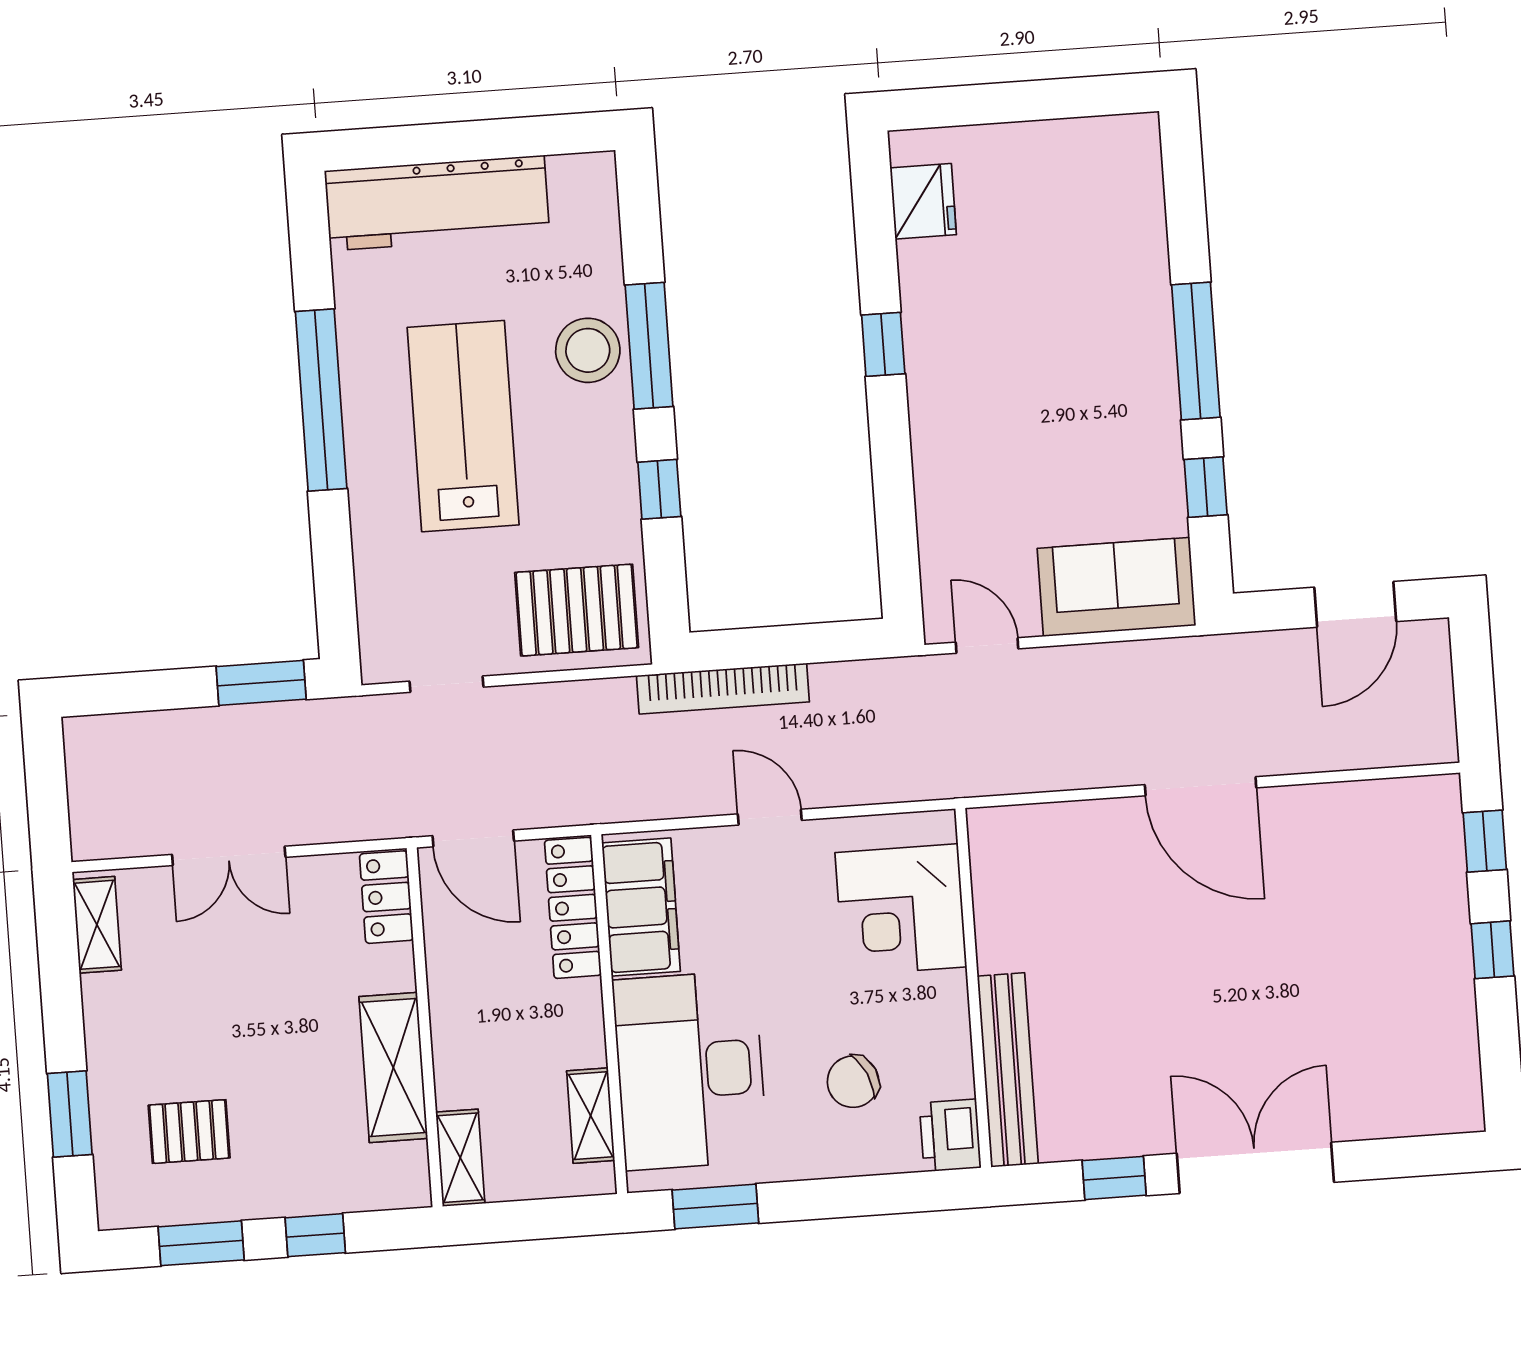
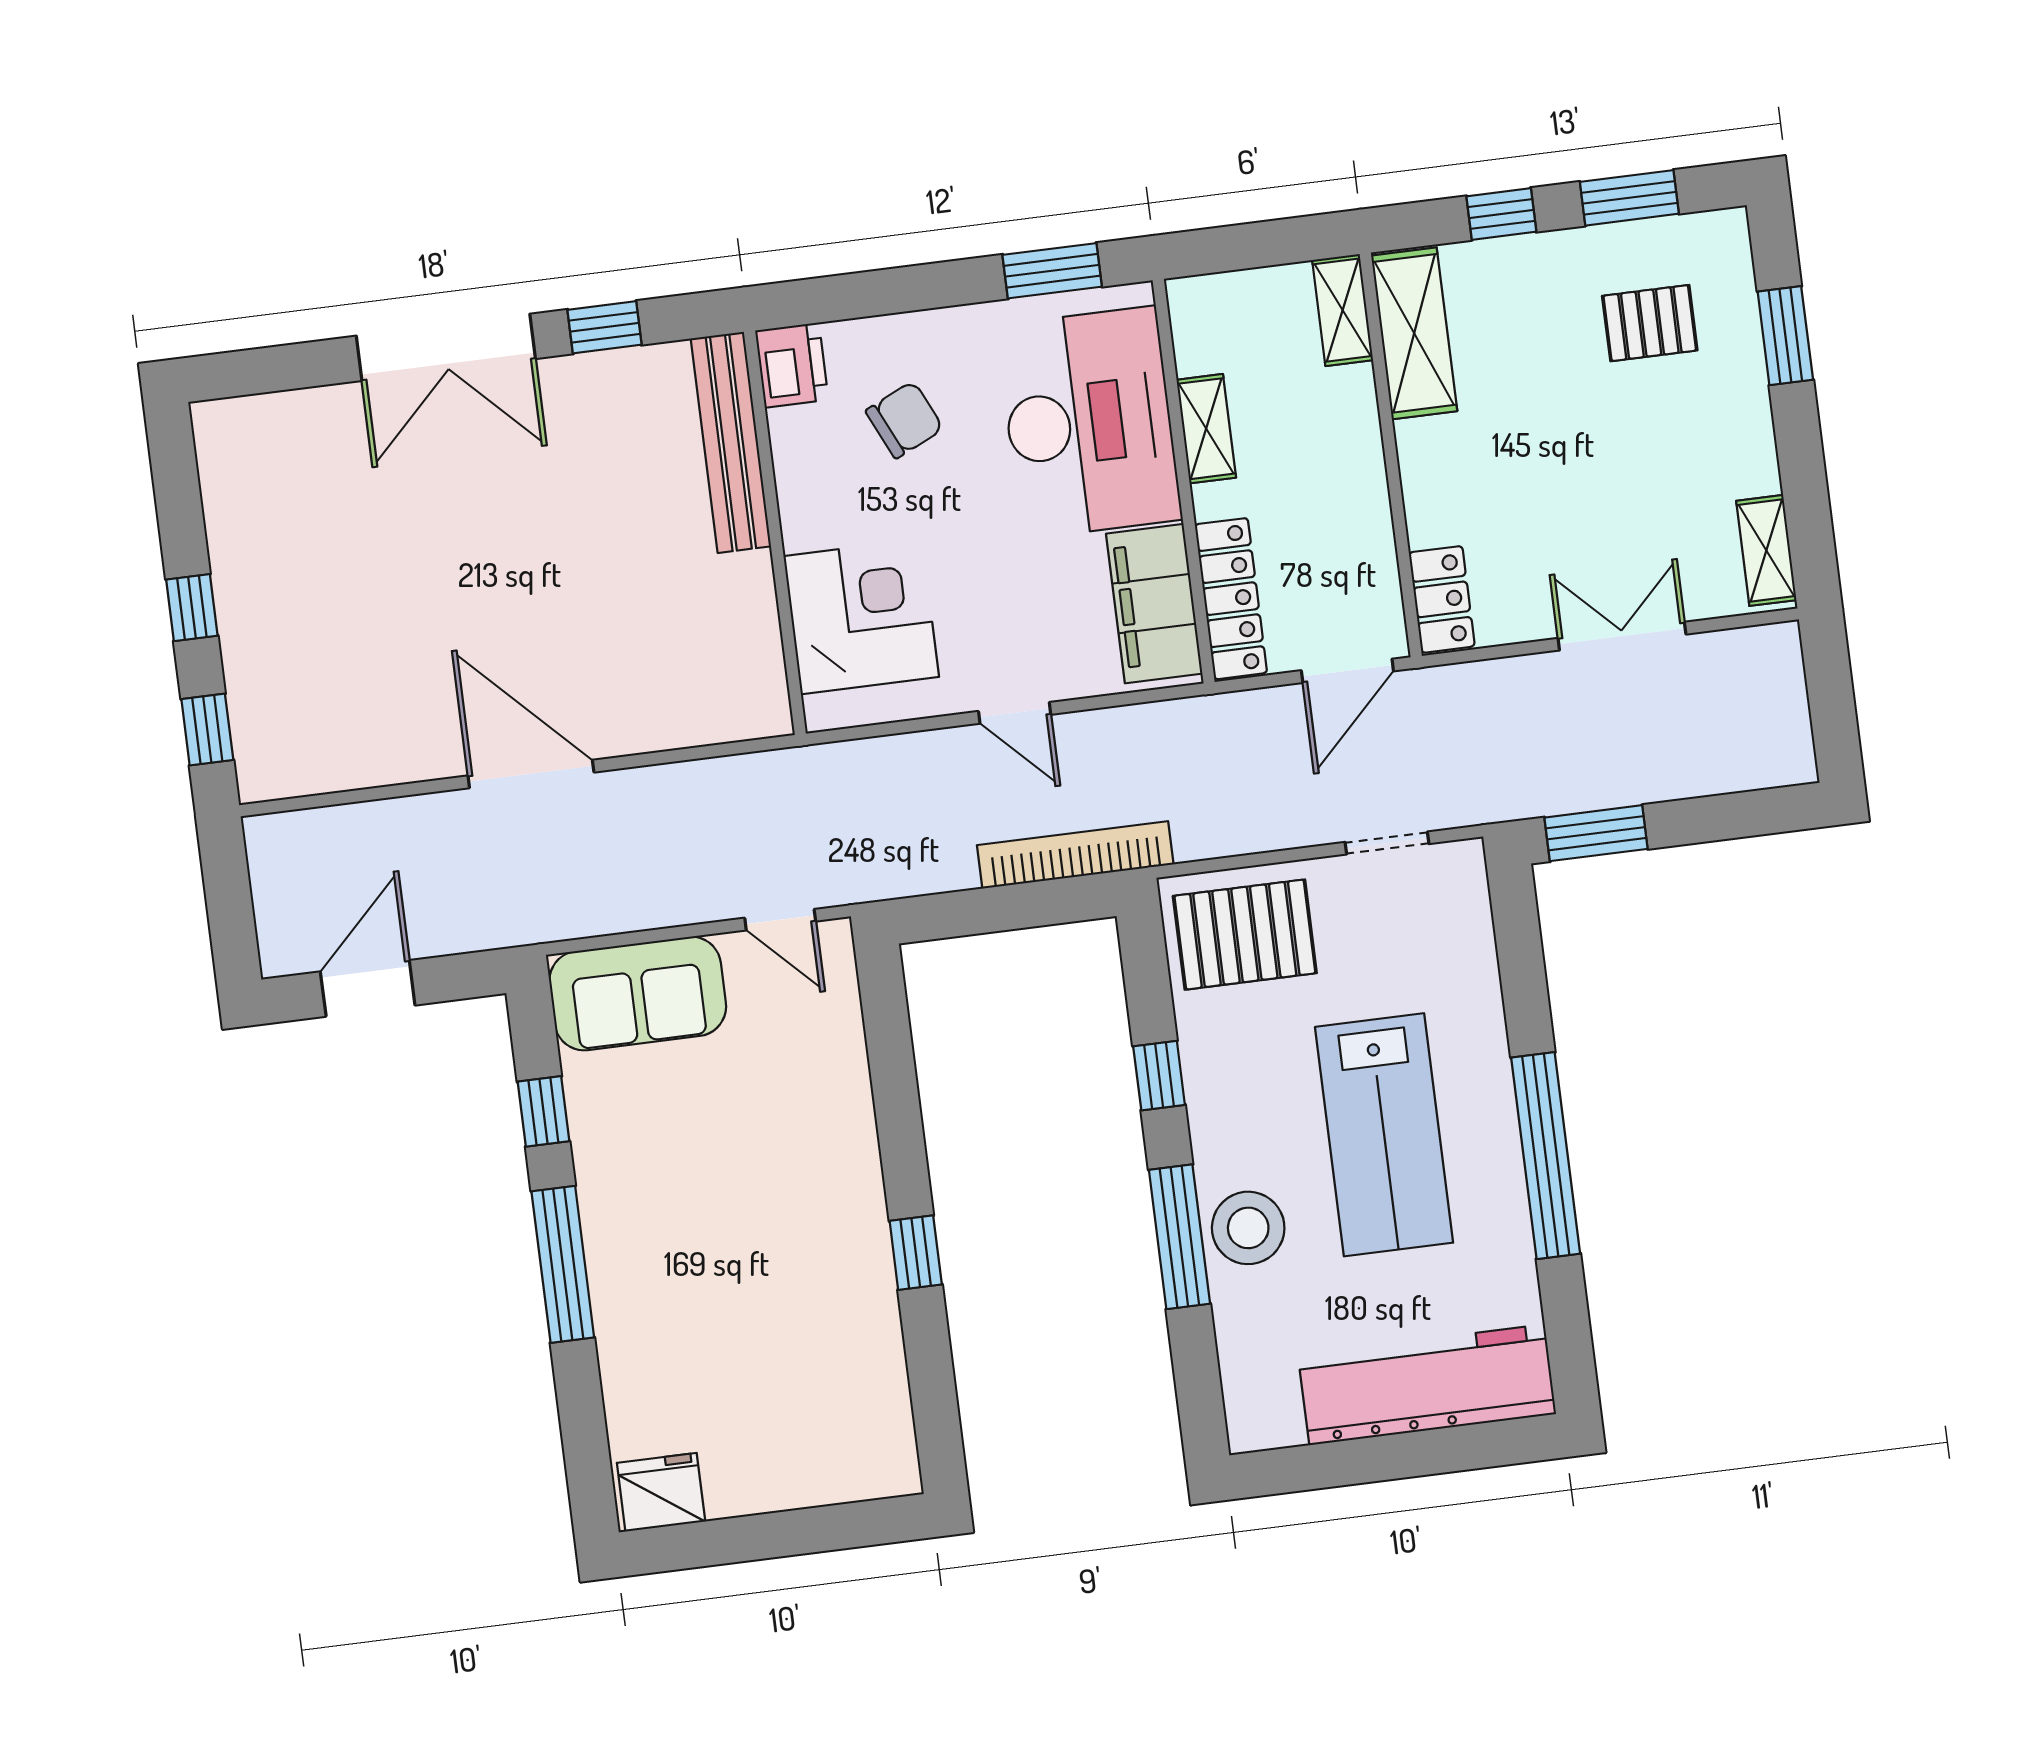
fridge: (923, 201) -> (661, 1492), moved, turned 90
door: (473, 838) -> (1347, 671), swing flipped
shelving: (393, 1067) -> (1414, 333), moved
shelving: (591, 1116) -> (1206, 429), moved

